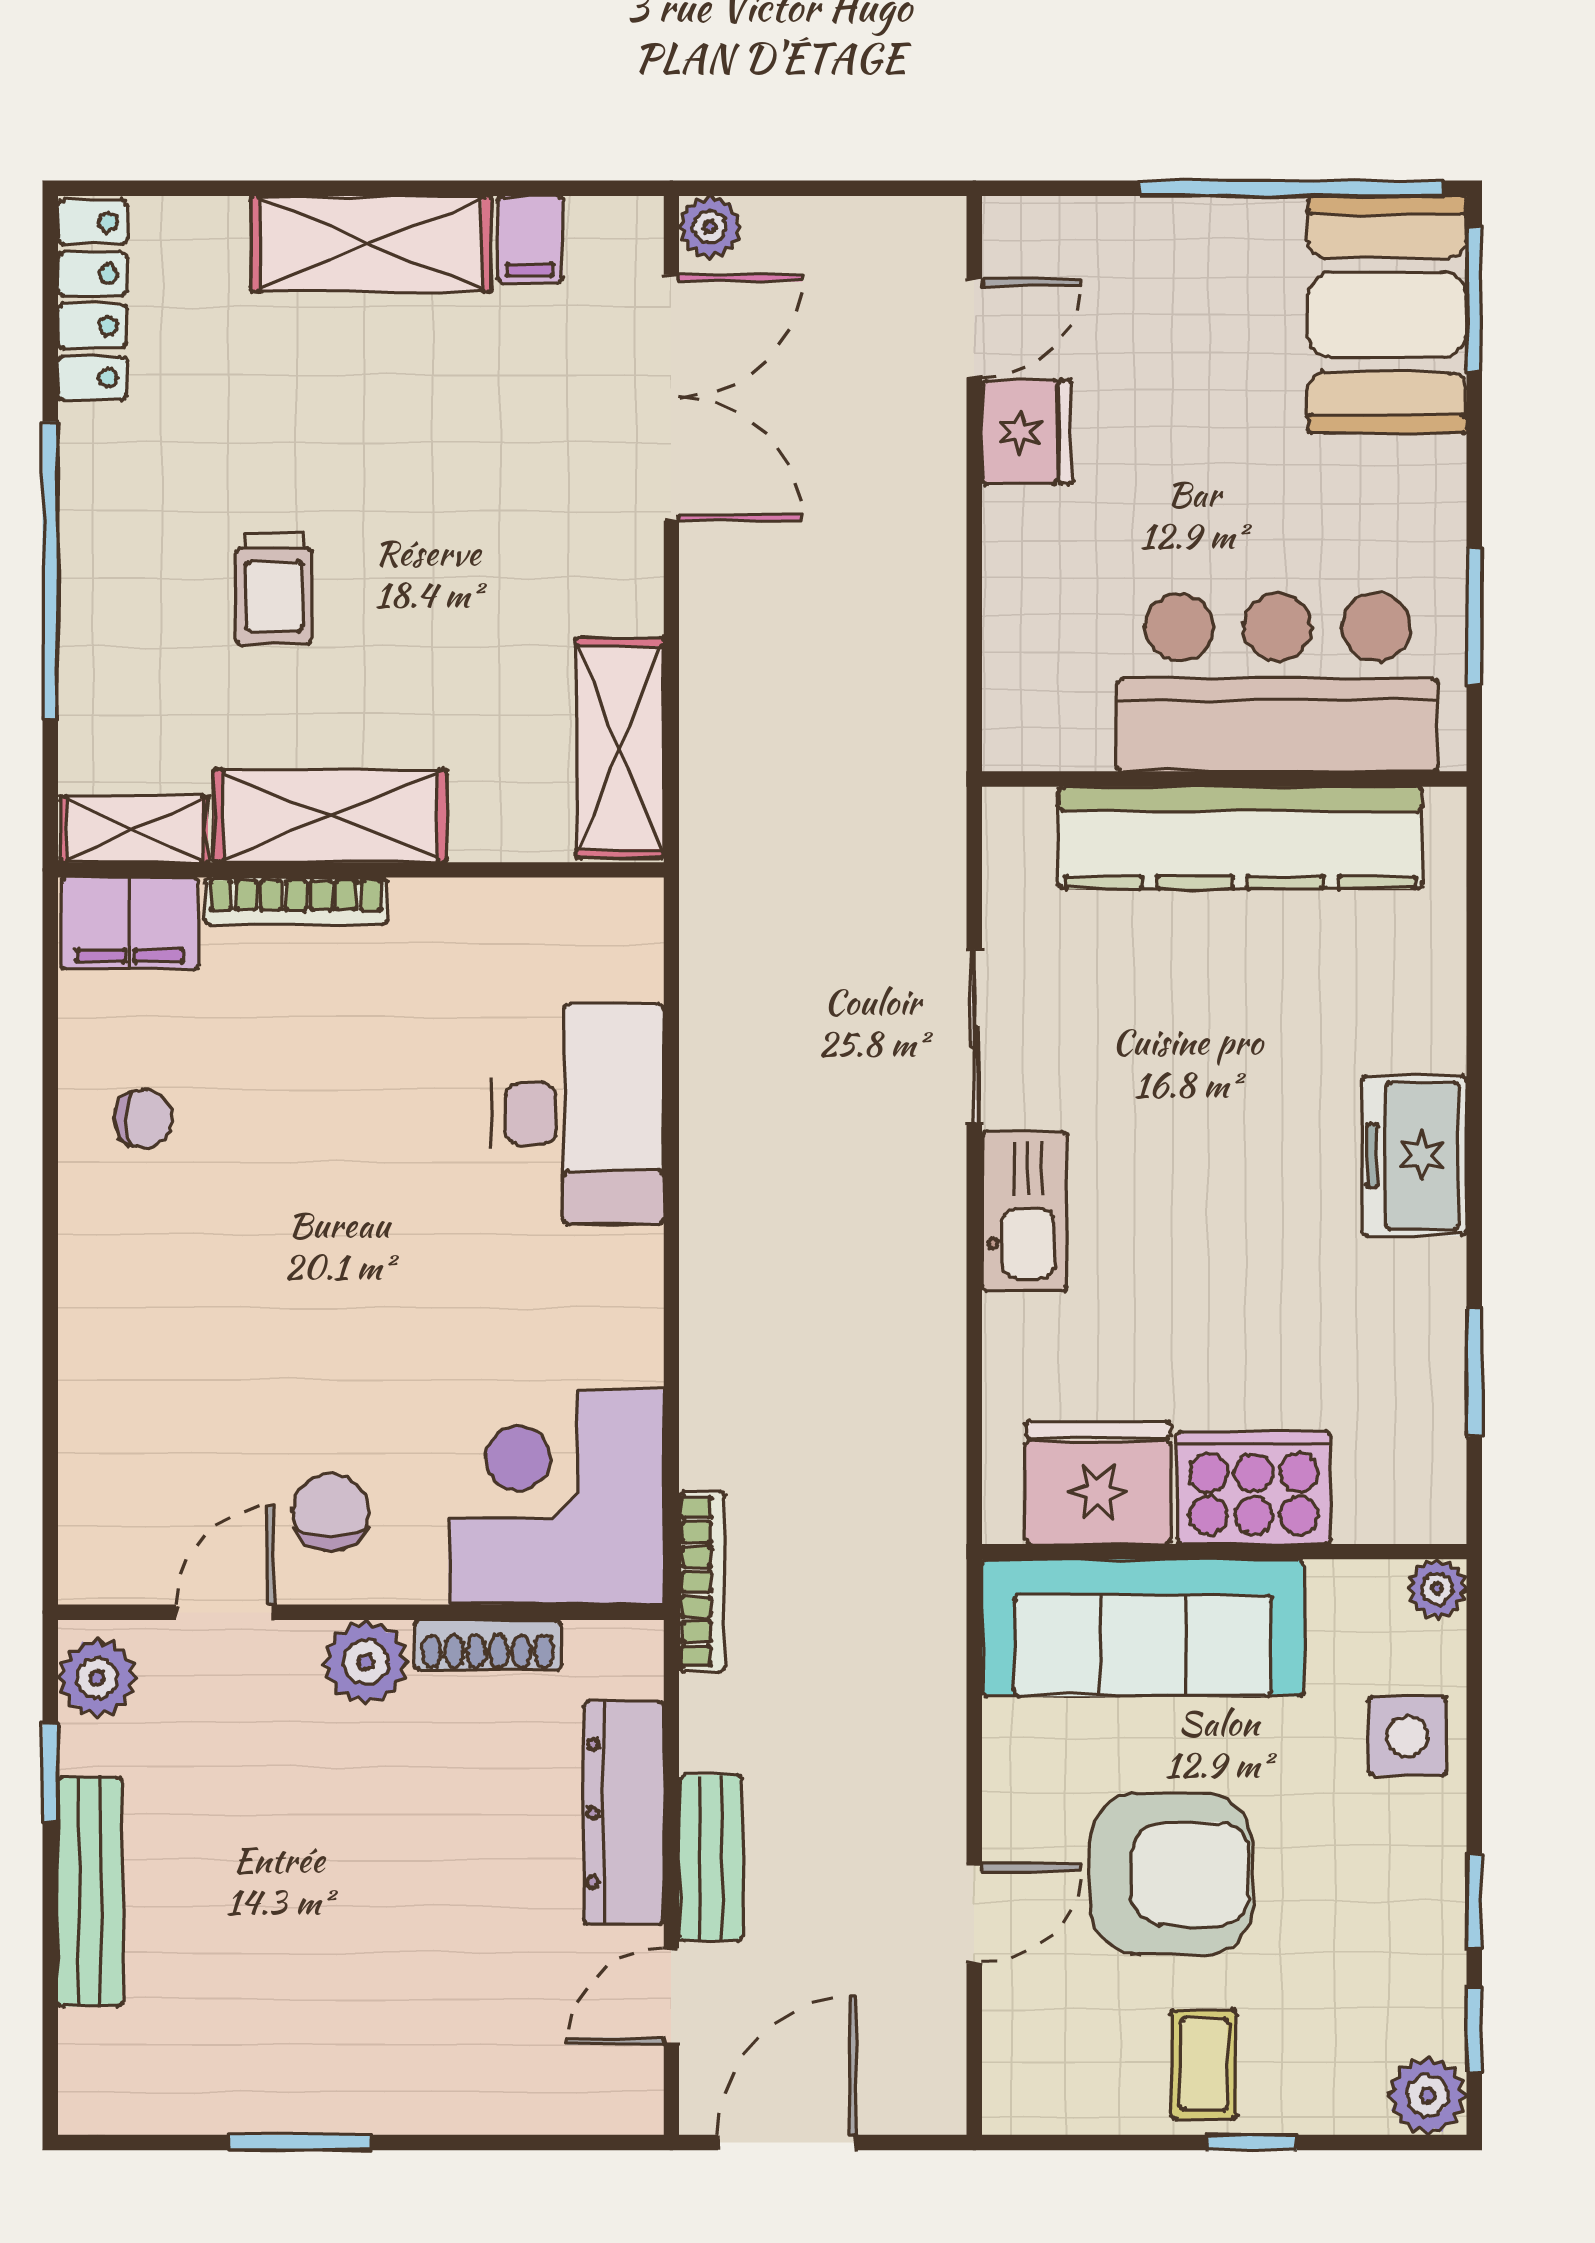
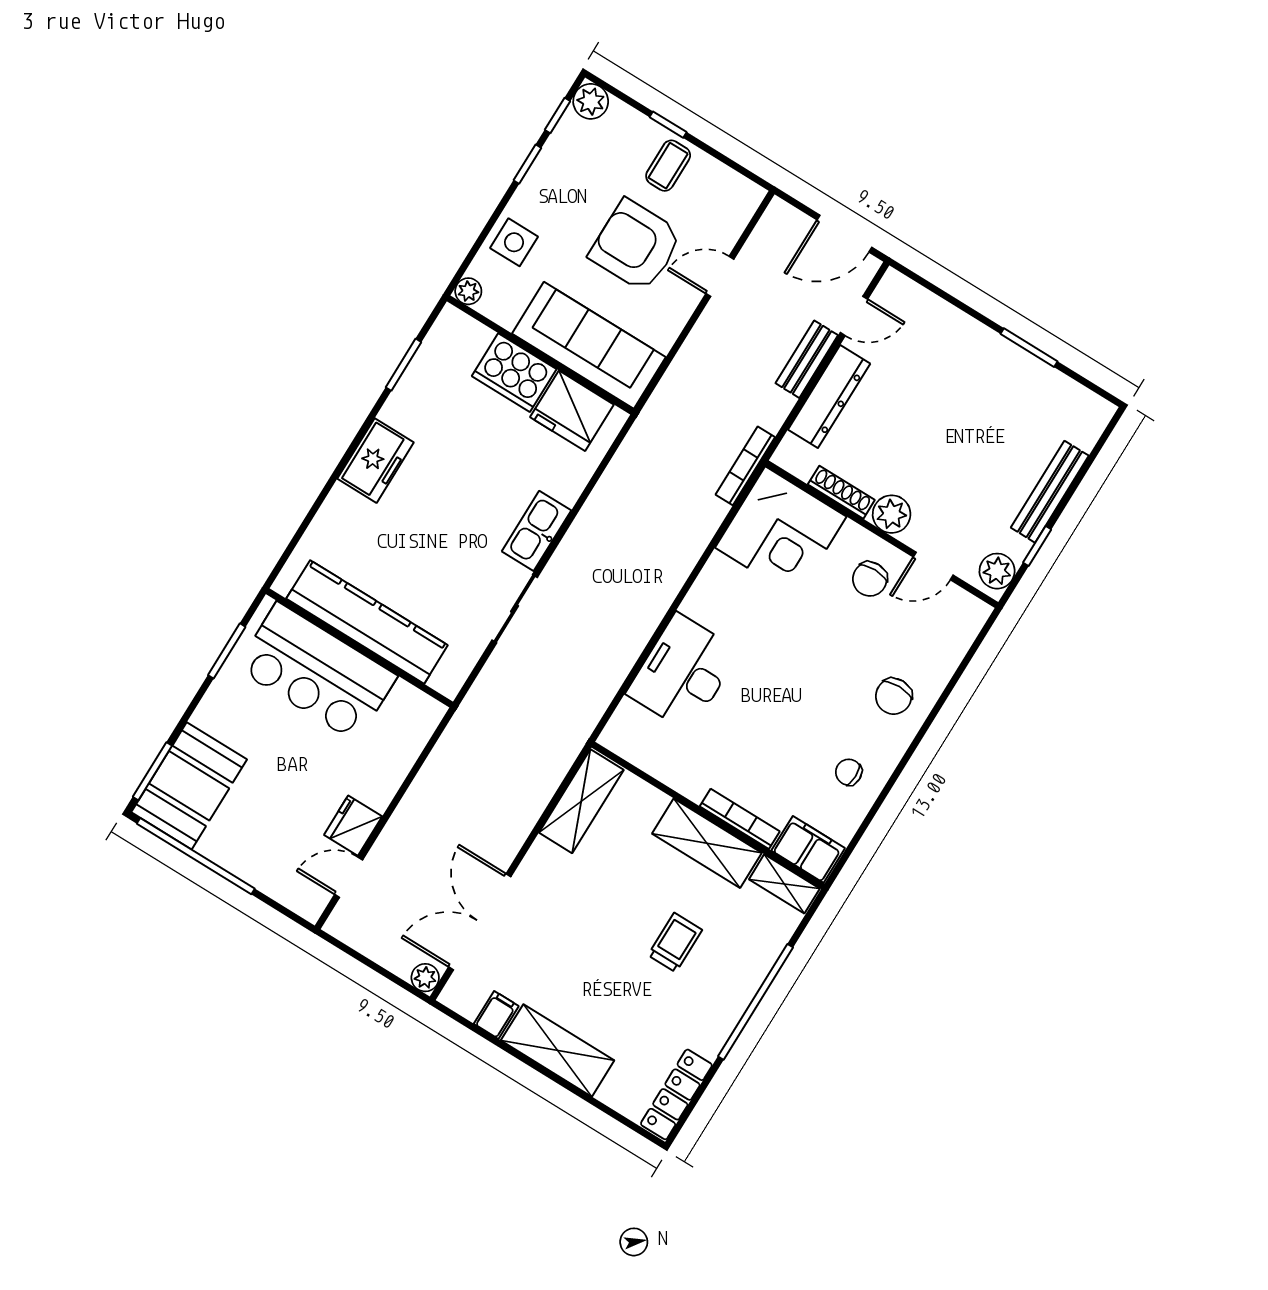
chair: (147, 1317) -> (894, 696), added

